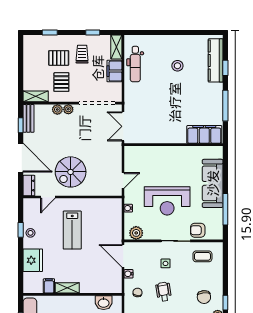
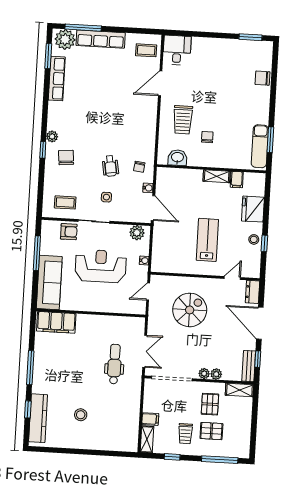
window: (50, 33) -> (220, 460), width x2.17
dental chair: (135, 64) -> (114, 364), moved
filing cabinet: (114, 71) -> (150, 419), width x0.50
filing cabinet: (204, 134) -> (56, 322), moved
wall: (174, 145) -> (91, 313), moved
spiral stairs: (71, 172) -> (190, 310), moved

